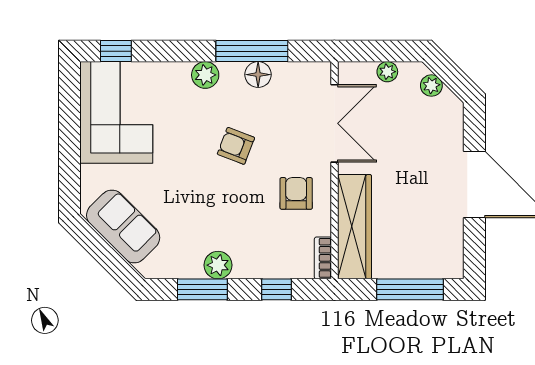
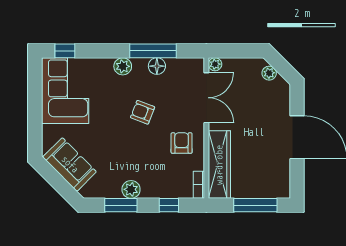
plant: (387, 72) -> (215, 64), moved

